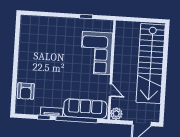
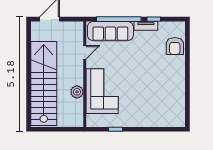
door: (110, 90) -> (85, 52), swing flipped
armchair: (26, 91) -> (175, 46), turned 180
plant: (116, 114) -> (77, 92), moved

